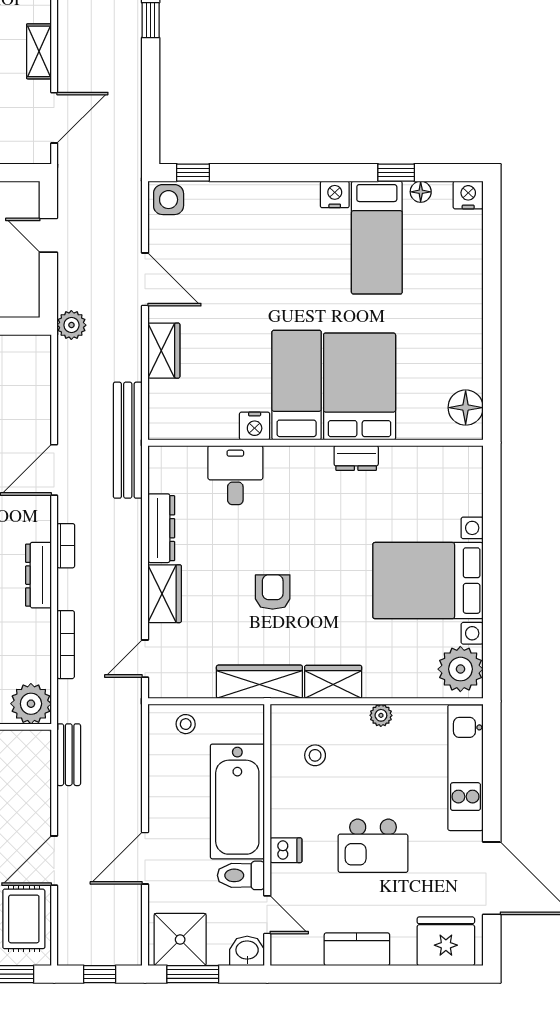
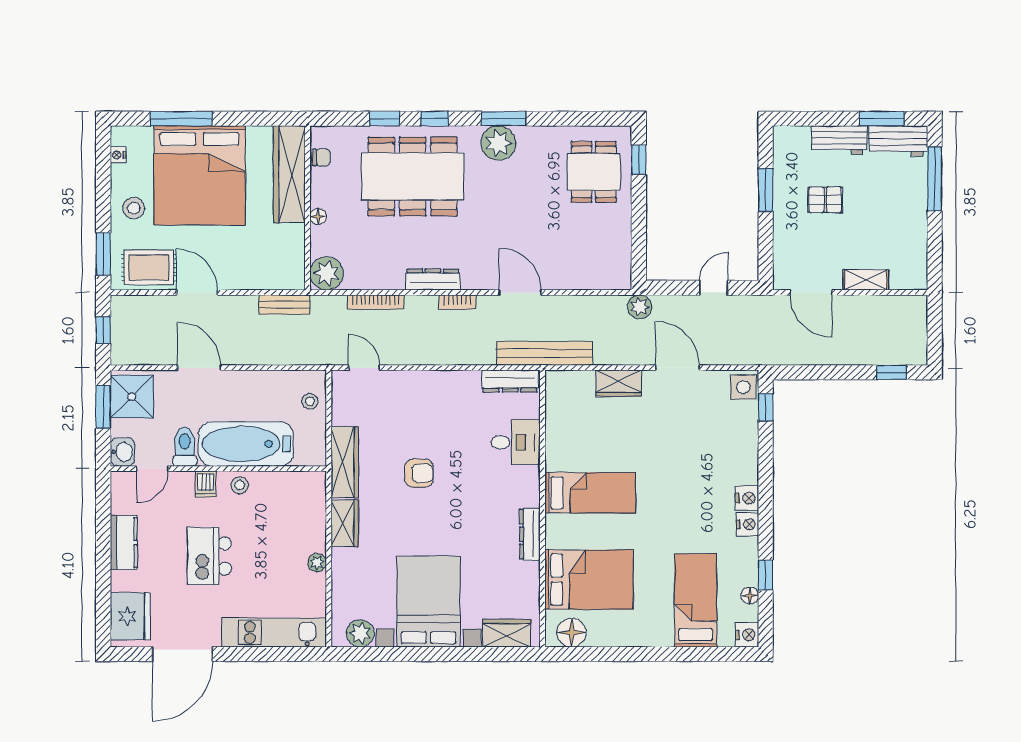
bed: (377, 238) -> (696, 601), moved, turned 90
door: (145, 279) -> (677, 368), swing flipped
bed: (360, 386) -> (589, 580), moved
nightstand: (255, 426) -> (747, 498), moved, turned 180
dresser: (356, 458) -> (530, 534), width x1.44
dresser: (161, 528) -> (510, 381), moved
wardrobe: (165, 594) -> (507, 633), moved, turned 180
plant: (460, 669) -> (360, 633), width x0.73, depth x0.73
stool: (315, 755) -> (240, 485), moved

